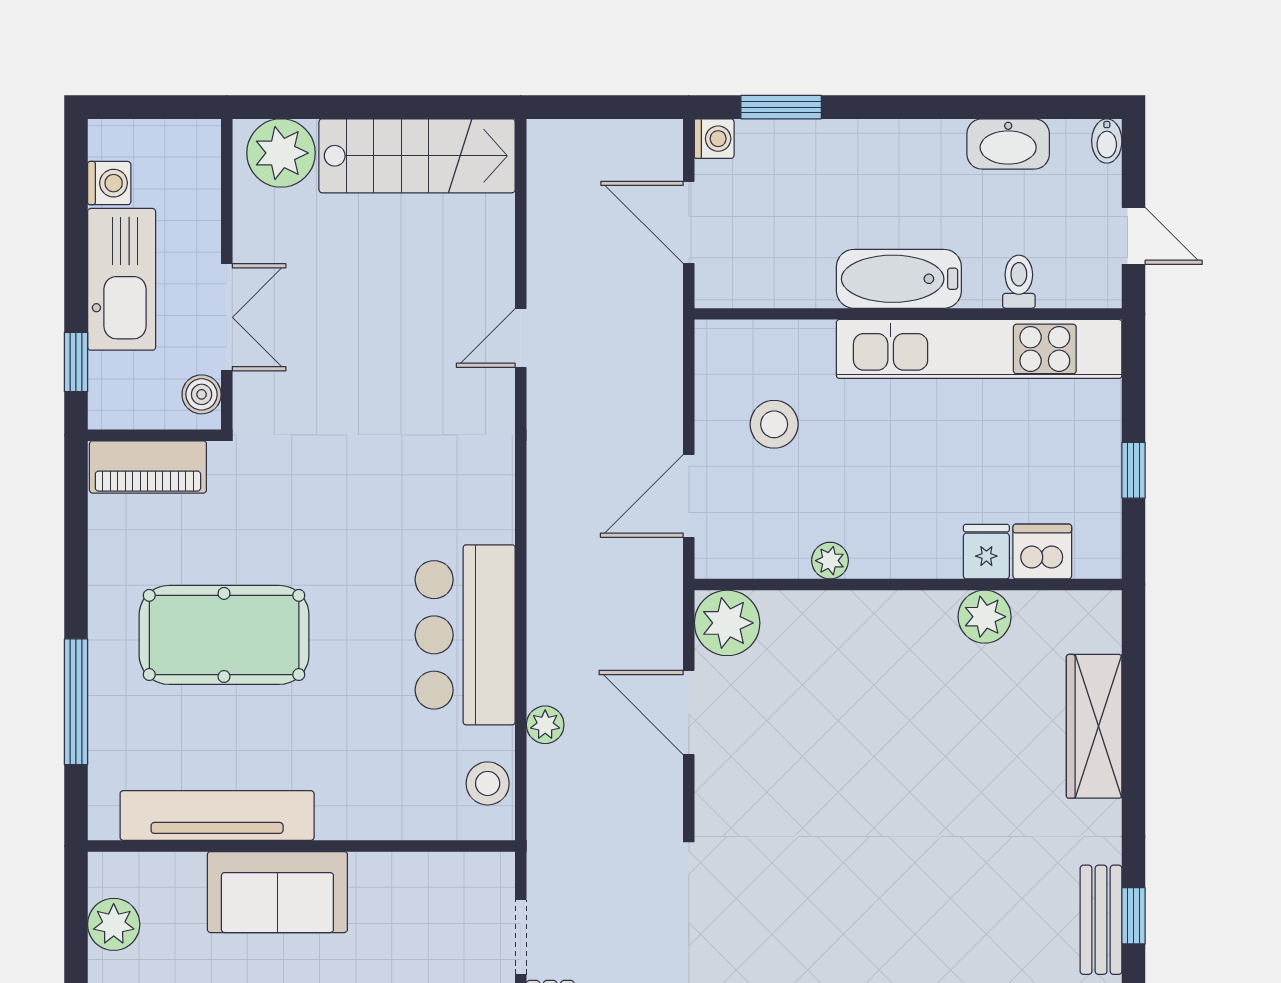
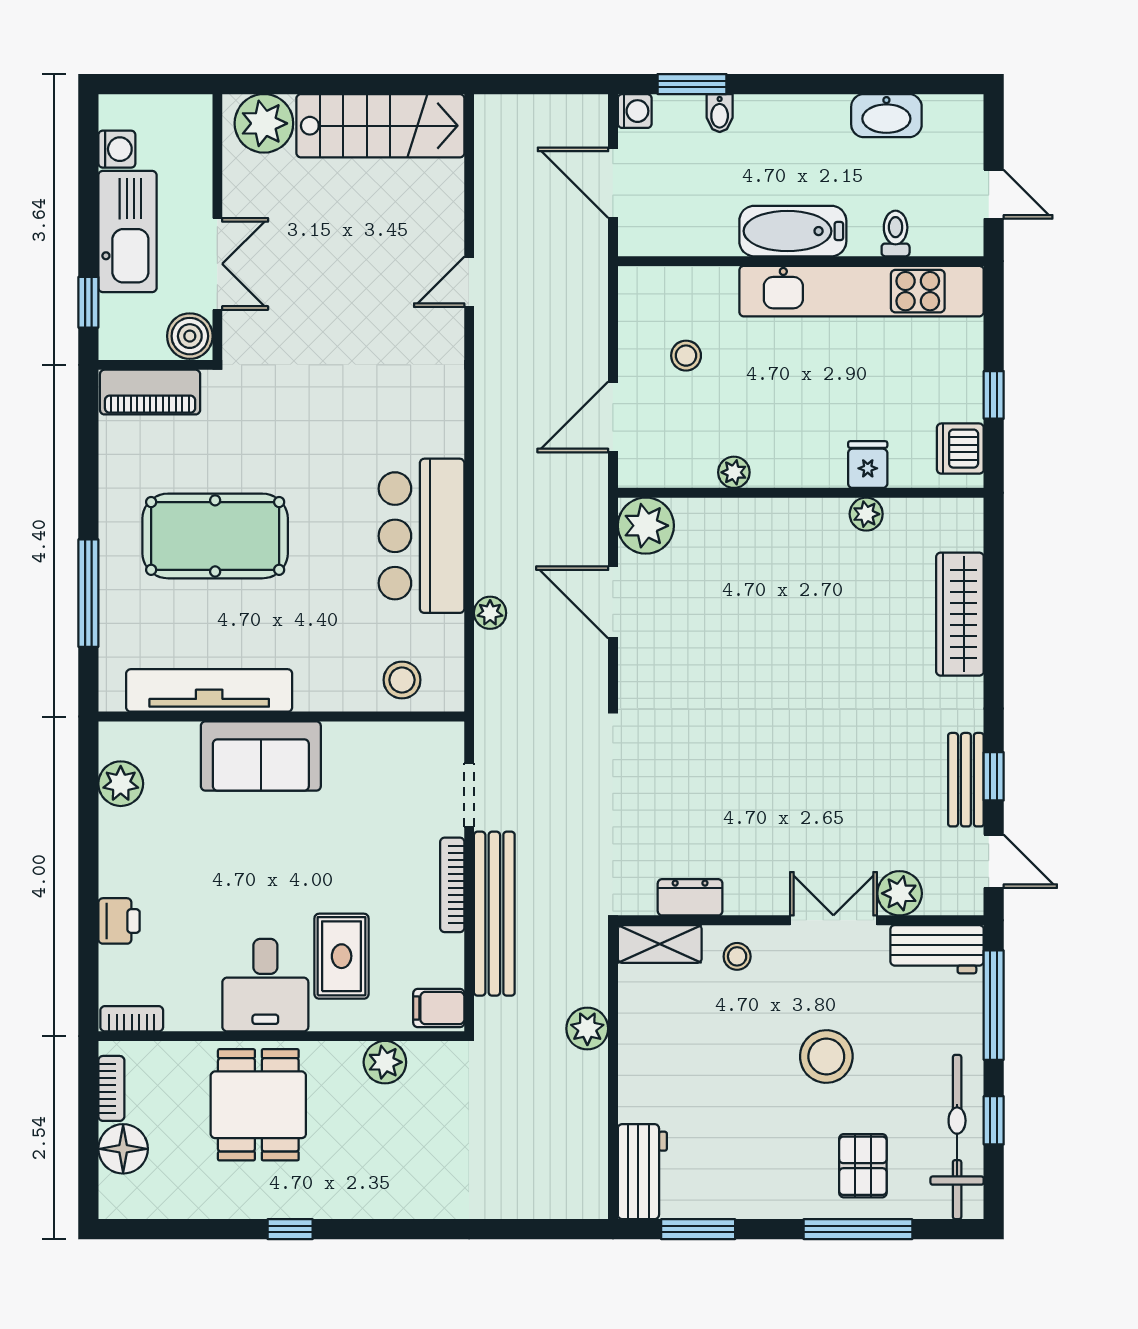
bidet: (1107, 141) -> (720, 113), moved
boiler: (202, 394) -> (190, 336), width x1.36, depth x1.36
stool: (774, 424) -> (686, 356), width x0.73, depth x0.73
dishwasher: (1042, 552) -> (960, 449), moved, turned -90
plant: (985, 617) -> (866, 514), width x0.73, depth x0.73
stool: (488, 783) -> (402, 680), moved

